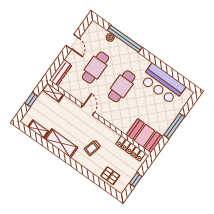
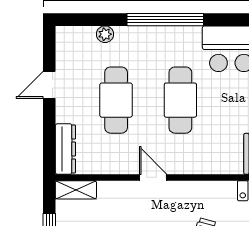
window: (125, 39) -> (165, 20), moved
door: (73, 42) -> (49, 85), swing flipped

